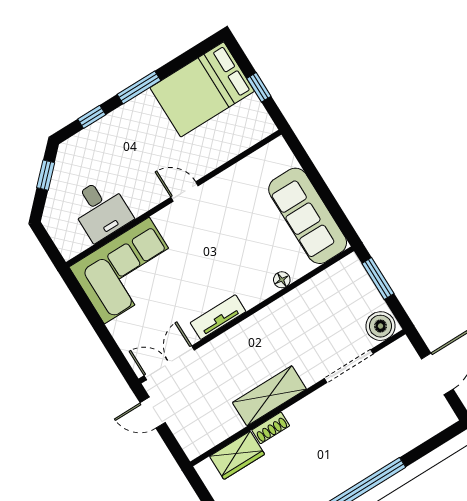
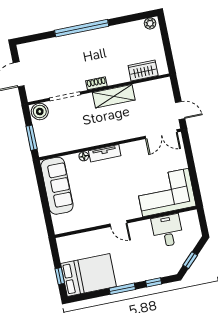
window: (259, 87) -> (60, 276), moved
tv unit: (218, 317) -> (105, 153), moved
shoe rack: (271, 428) -> (96, 83), moved

